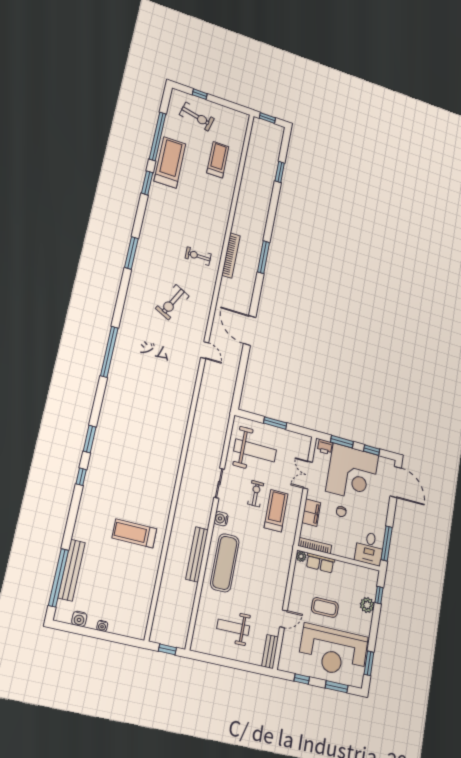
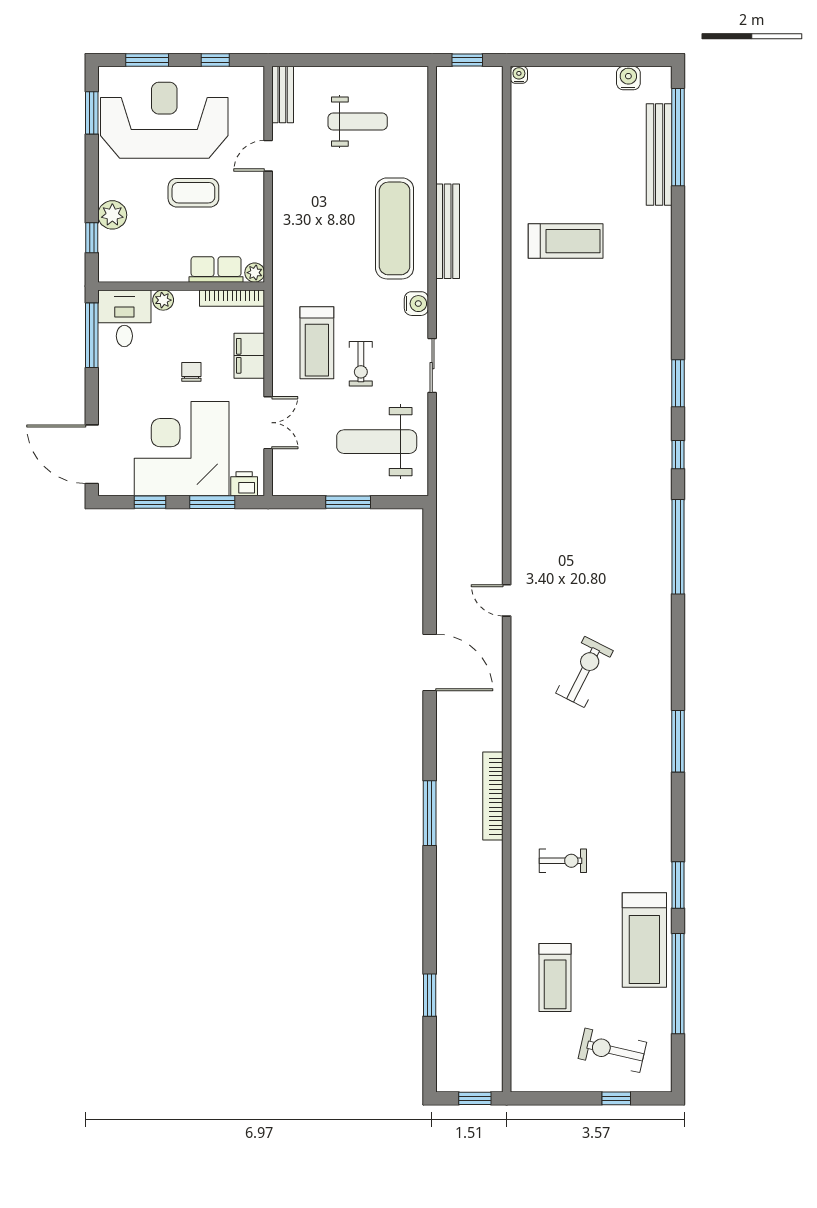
exercise bike: (198, 256) -> (563, 861), moved
window: (81, 477) -> (678, 455), moved
plant: (349, 553) -> (163, 300), added
water cooler: (102, 626) -> (519, 75), moved

